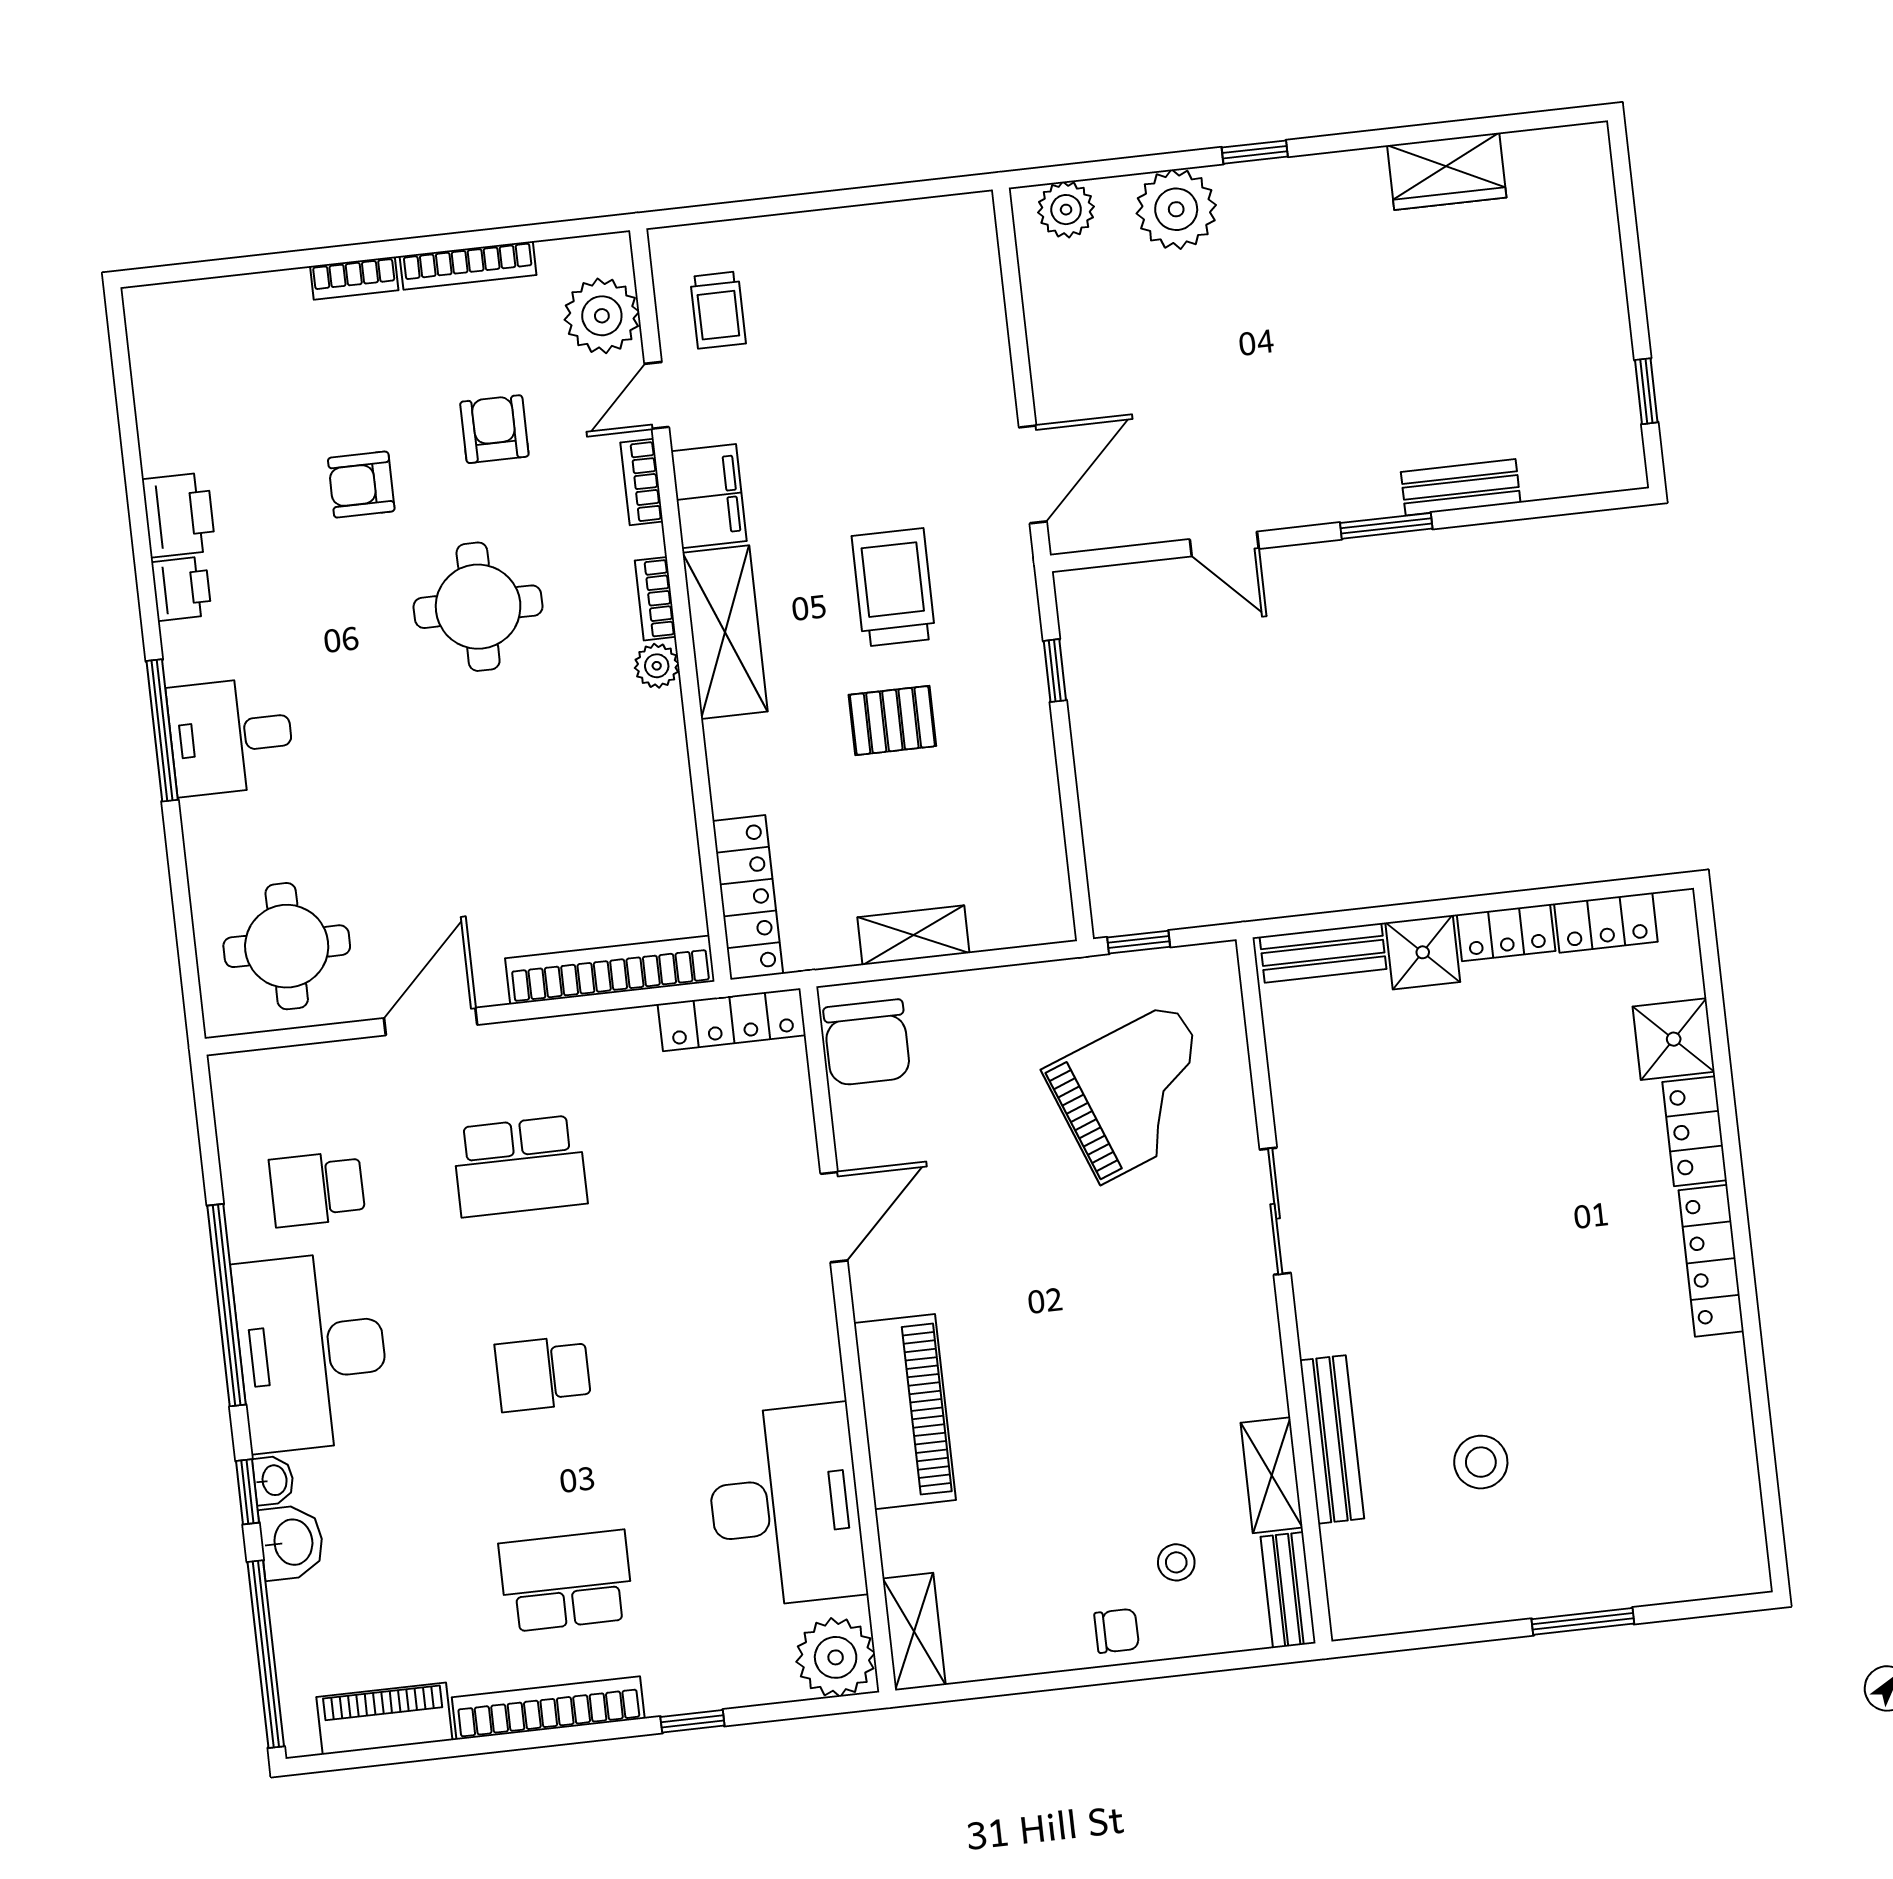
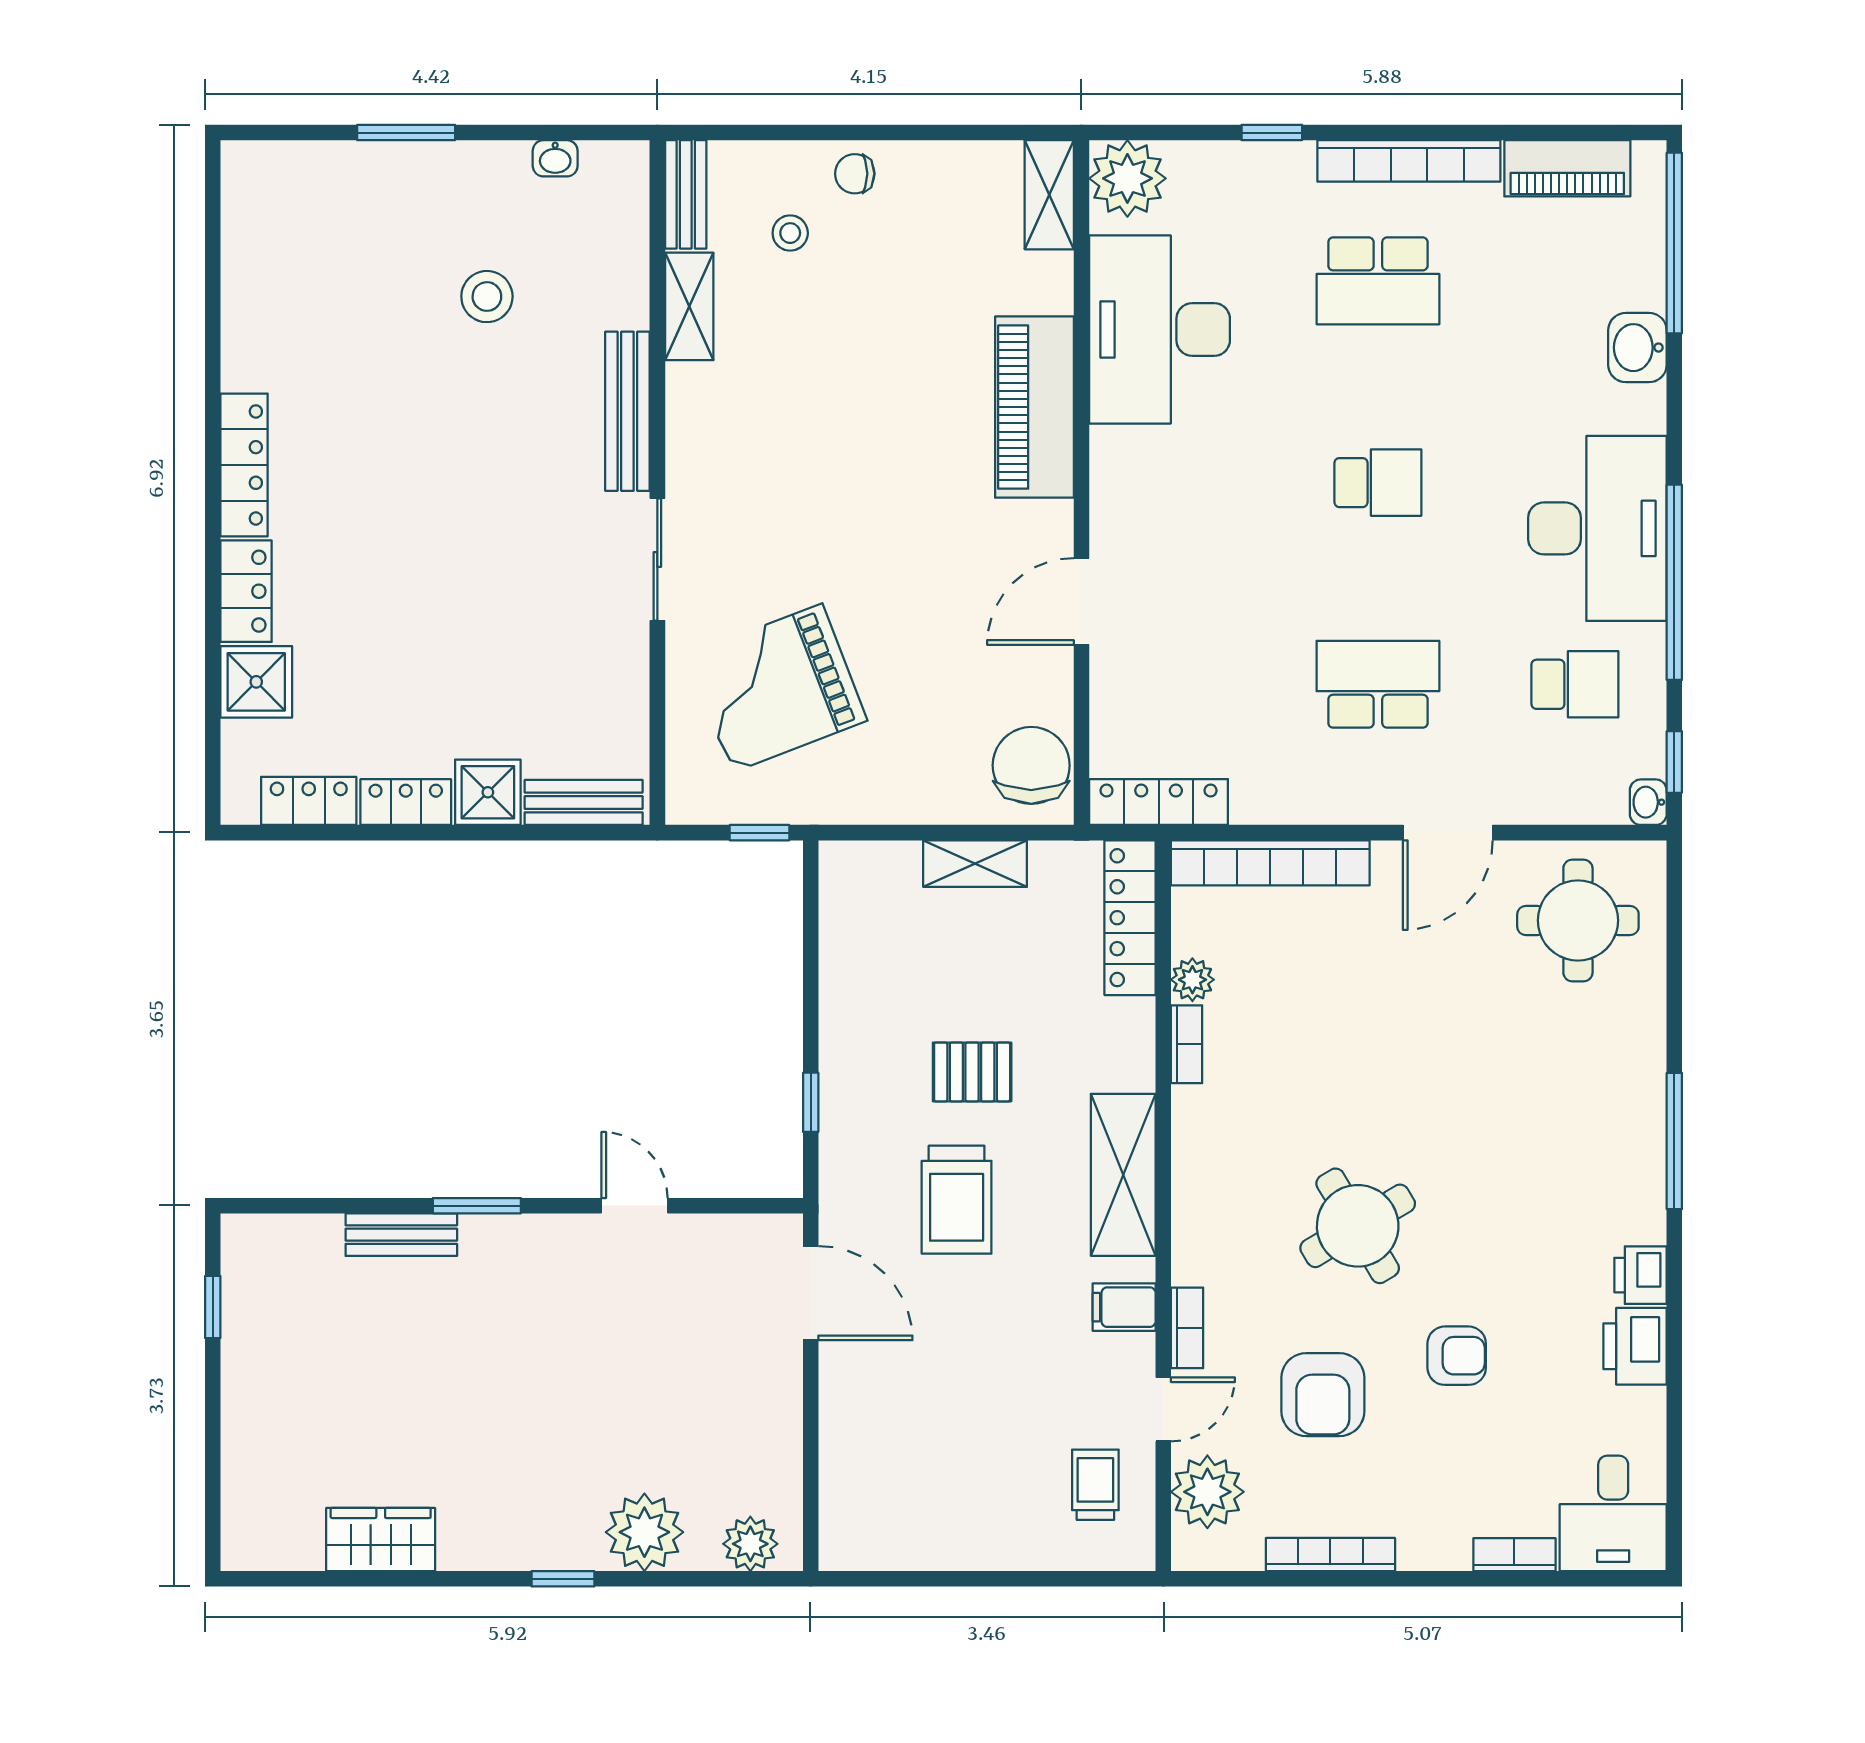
bookcase: (354, 278) -> (1514, 1555), moved
armchair: (494, 429) -> (1323, 1395), width x1.38, depth x1.38
door: (1033, 474) -> (811, 1293), swing flipped
filing cabinet: (709, 496) -> (1124, 1307), width x0.50
bookcase: (655, 599) -> (1187, 1044), moved
round table: (478, 607) -> (1358, 1226), turned -31
plant: (657, 666) -> (1192, 980), moved
desk: (231, 736) -> (1613, 1513), moved, turned 90
bench: (1332, 1439) -> (627, 411), moved
washbasin: (273, 1480) -> (1648, 802), moved
window: (248, 1492) -> (1674, 762), moved
washbasin: (1427, 1612) -> (555, 158), added

